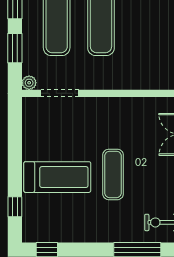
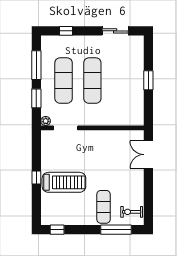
exercise mat: (113, 174) -> (104, 207), moved
window: (15, 207) -> (36, 178), moved

